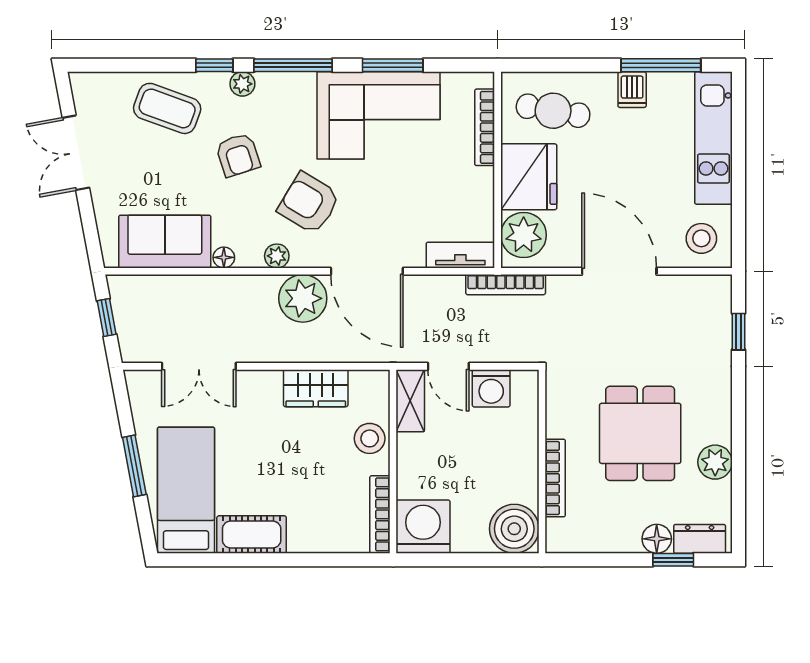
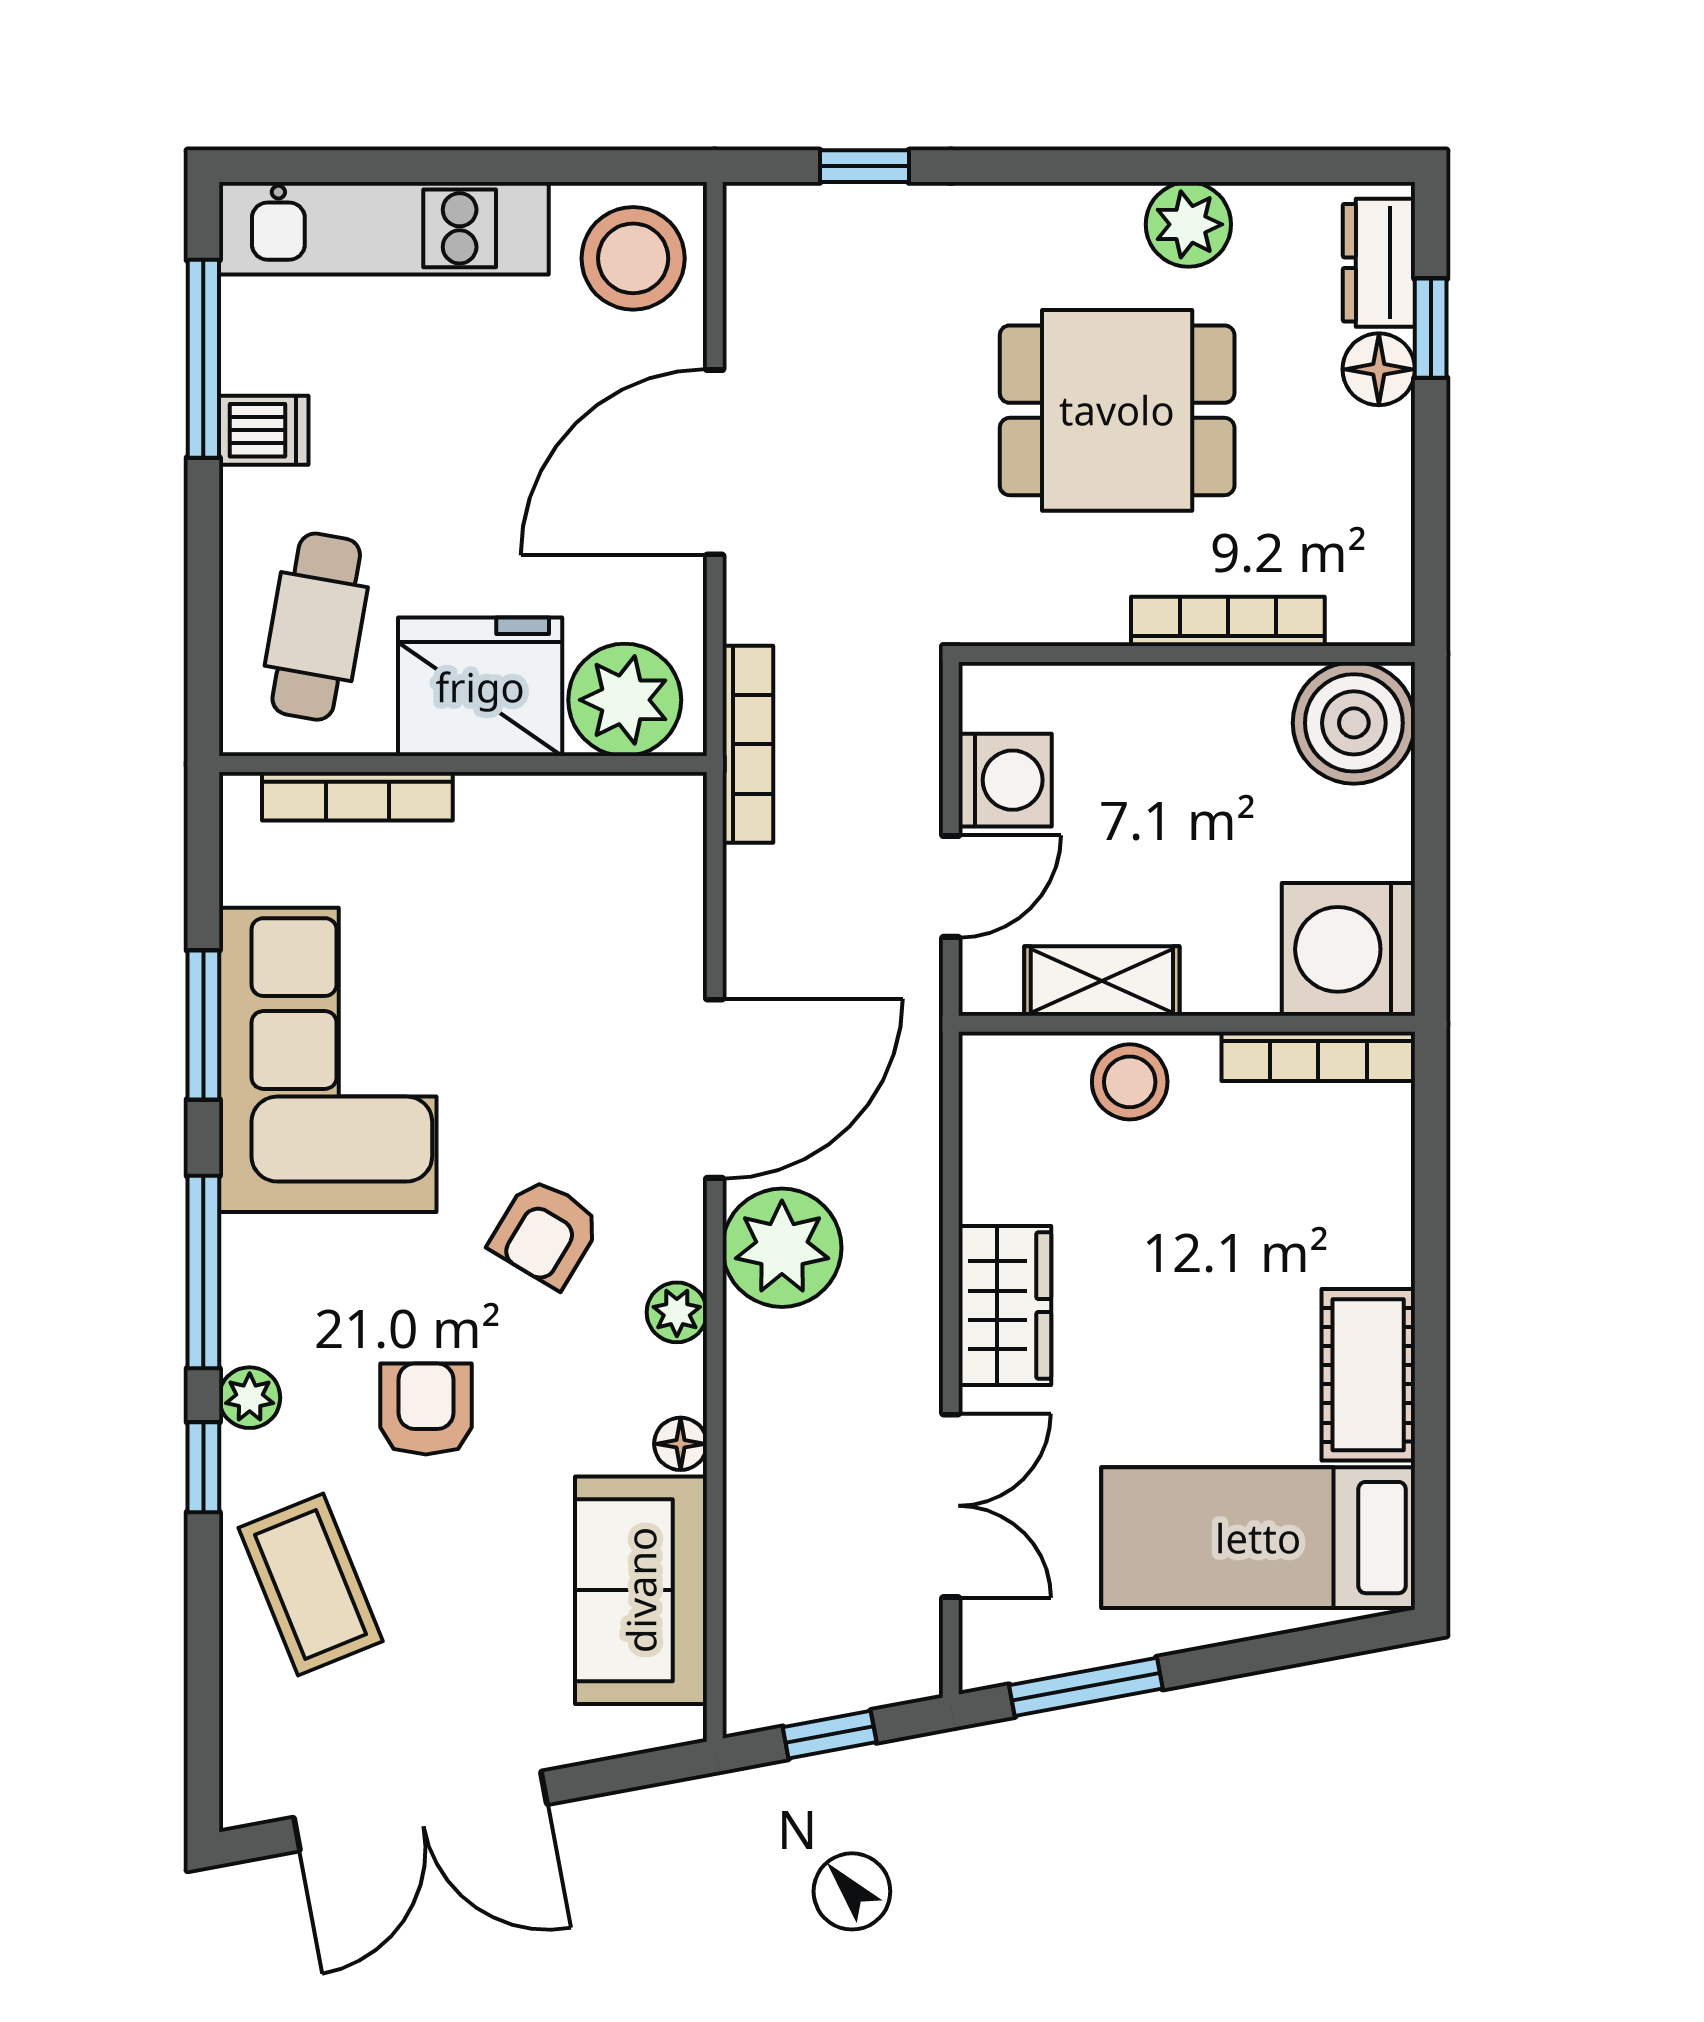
coffee table: (167, 108) -> (311, 1584), turned -42
double door: (76, 153) -> (420, 1811), width x1.37
armchair: (238, 155) -> (426, 1409), turned -72
armchair: (309, 203) -> (545, 1233), width x0.72, depth x0.72
stool: (701, 238) -> (633, 258), width x1.38, depth x1.38
tv unit: (460, 255) -> (675, 857), removed
wardrobe: (316, 388) -> (1005, 1305), moved
shelving: (410, 401) -> (1102, 981), moved
window: (134, 466) -> (1086, 1687), moved

